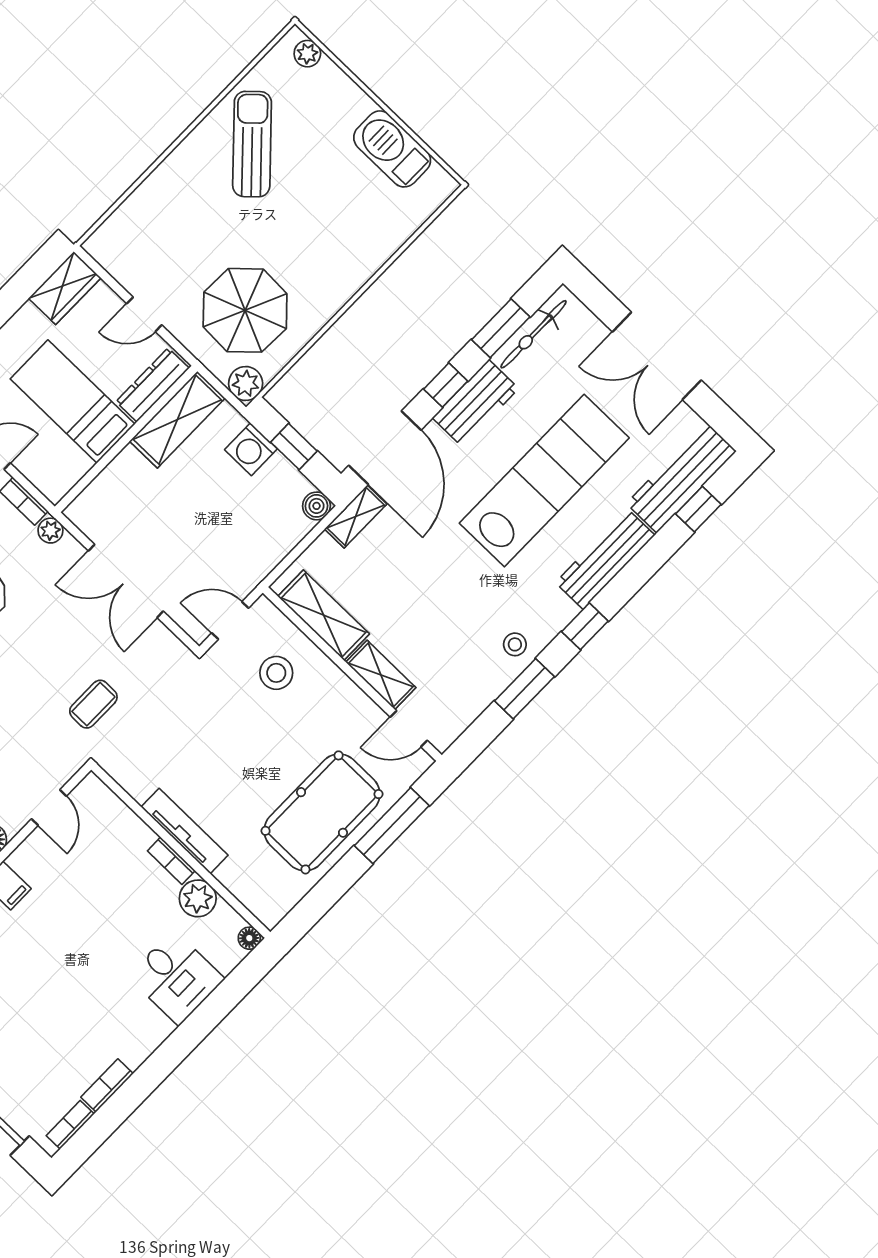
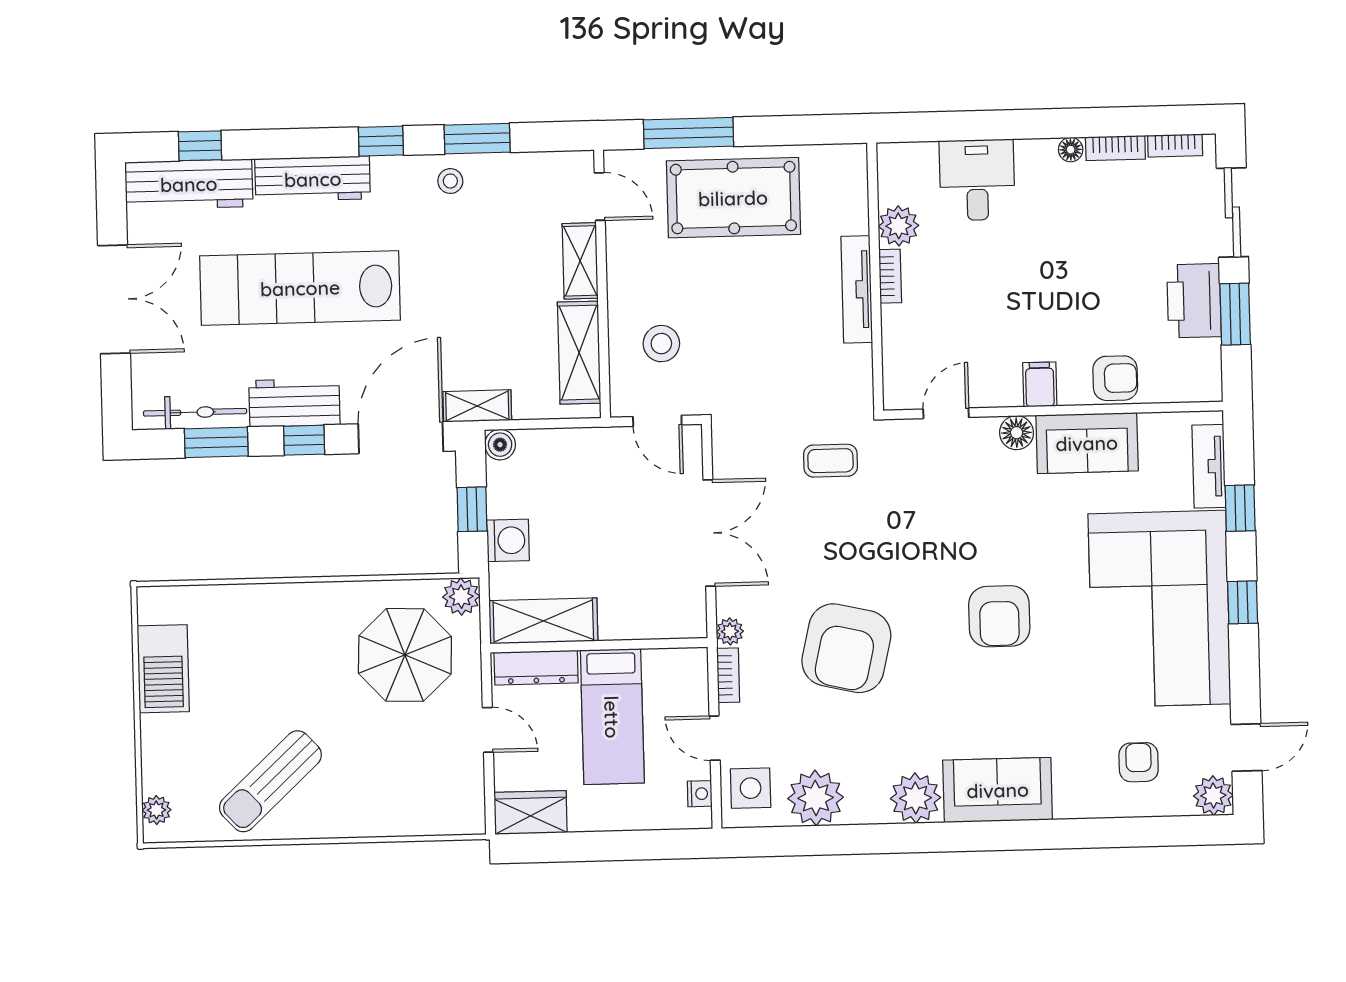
floor lamp: (249, 938) -> (1071, 150), moved

